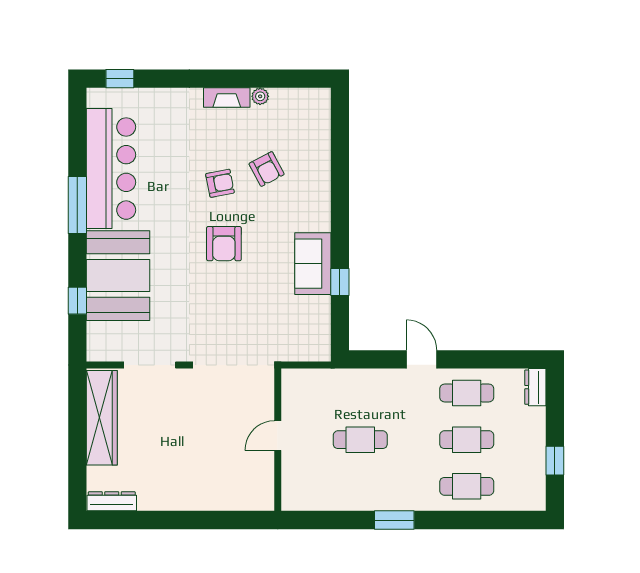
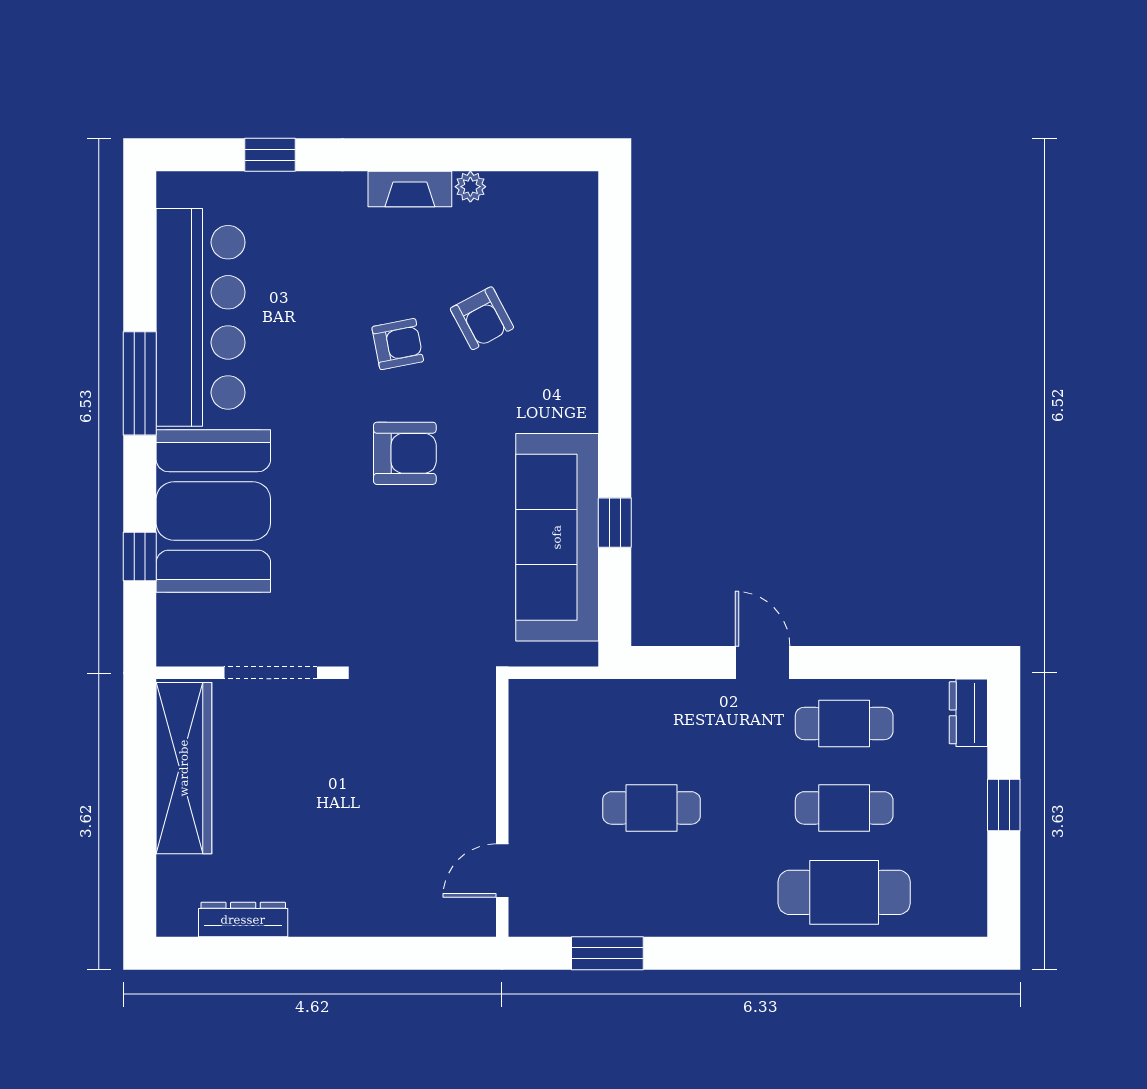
window: (120, 79) -> (270, 155), moved
armchair: (224, 244) -> (405, 453), turned -90
sofa: (313, 264) -> (557, 537), width x1.85, depth x1.27
door: (278, 436) -> (502, 871), moved
window: (555, 461) -> (1004, 805), moved
cafe table: (467, 486) -> (844, 892), width x1.37, depth x1.35
dresser: (112, 501) -> (243, 920), moved
window: (394, 520) -> (607, 953), moved

